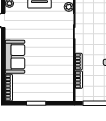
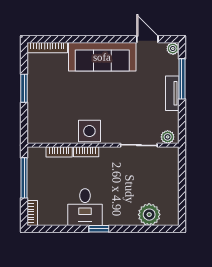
sofa: (15, 57) -> (102, 57), width x1.36
side table: (65, 59) -> (89, 131), added

